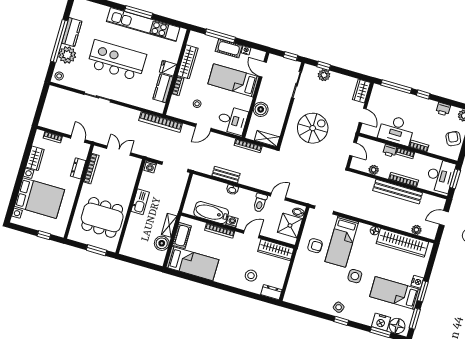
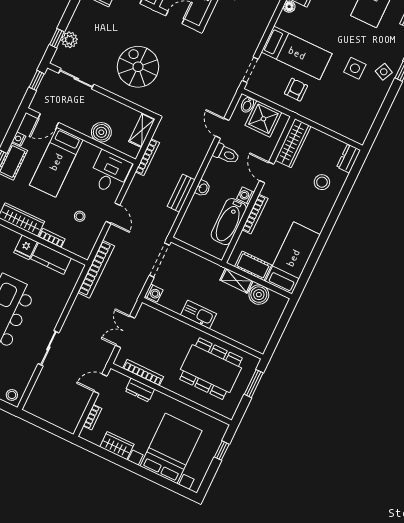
dining table: (102, 217) -> (211, 369), turned 90
side table: (355, 276) -> (355, 68), moved

